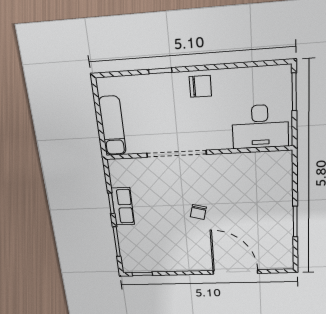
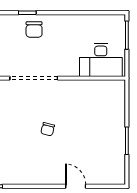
chair: (200, 86) -> (34, 30), moved, turned 90
door: (235, 272) -> (76, 186), width x0.53

